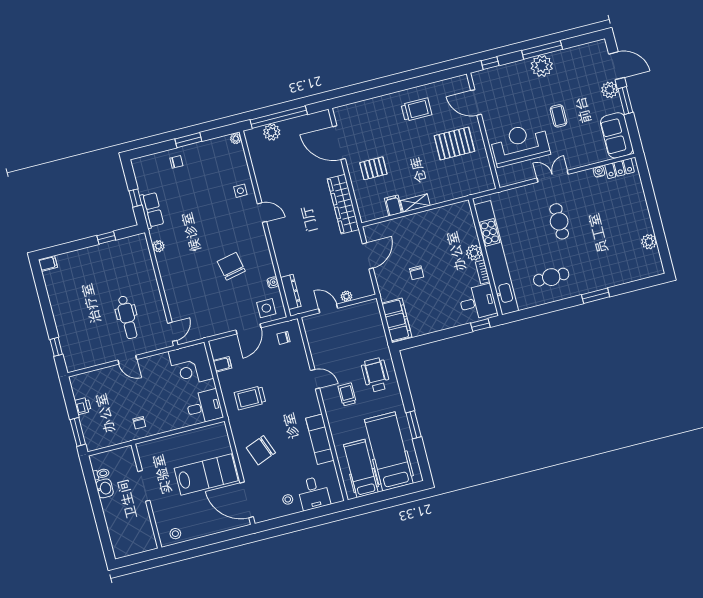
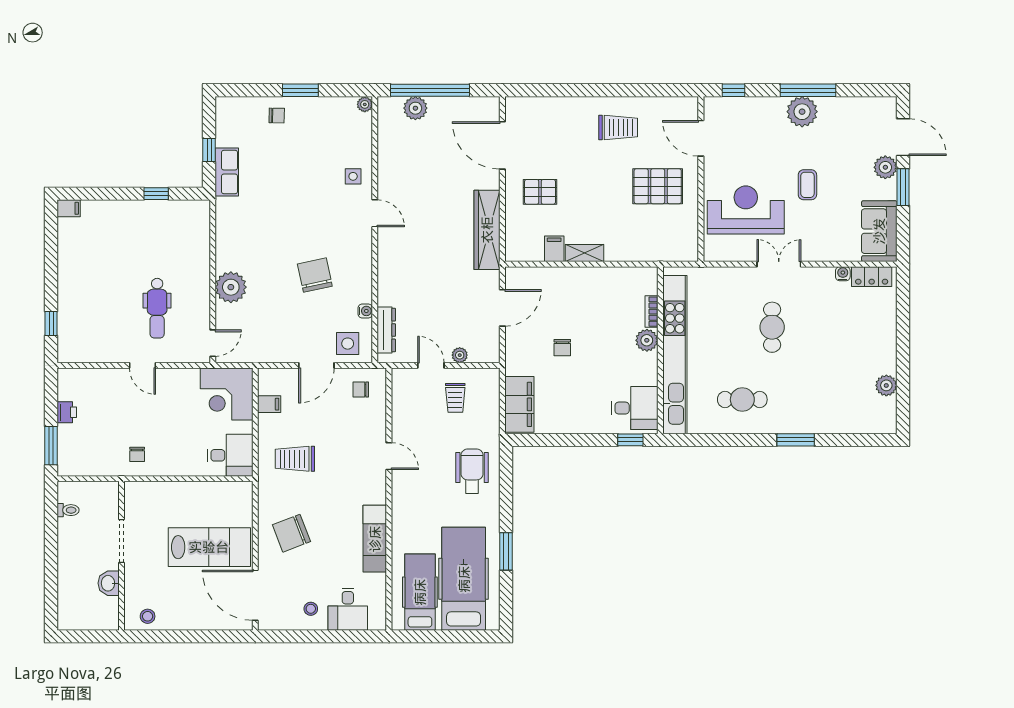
plant: (158, 246) -> (231, 287), moved, width x1.88, depth x1.88
bookcase: (483, 272) -> (652, 312), moved
trolley: (347, 394) -> (455, 398), moved, turned 180
washbasin: (105, 488) -> (109, 583), moved, turned 180

